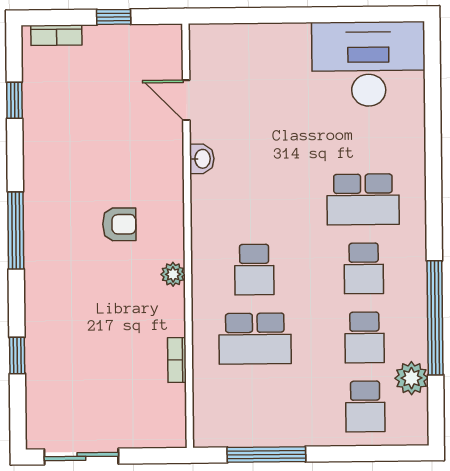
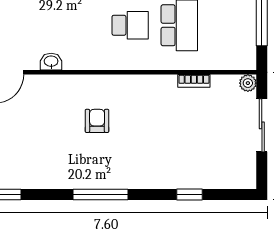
plant: (173, 274) -> (248, 83), moved
sliding door: (81, 456) -> (262, 125), moved

